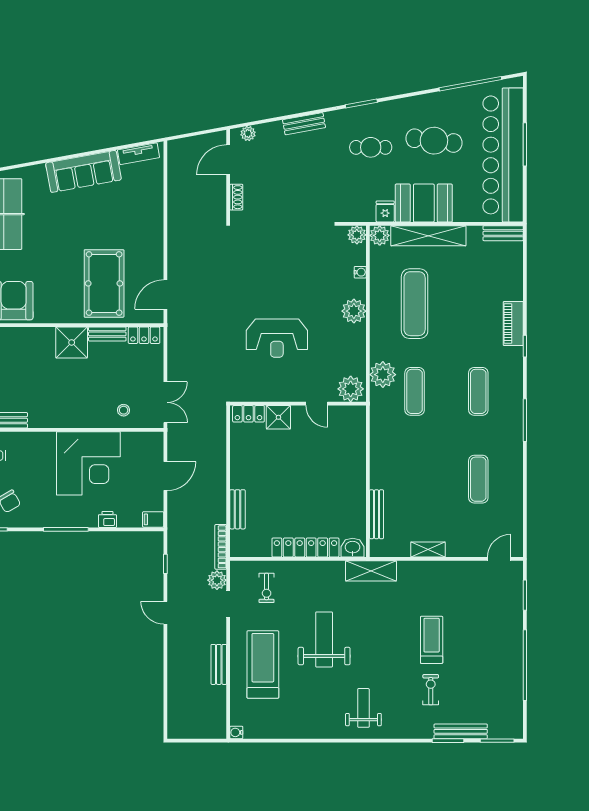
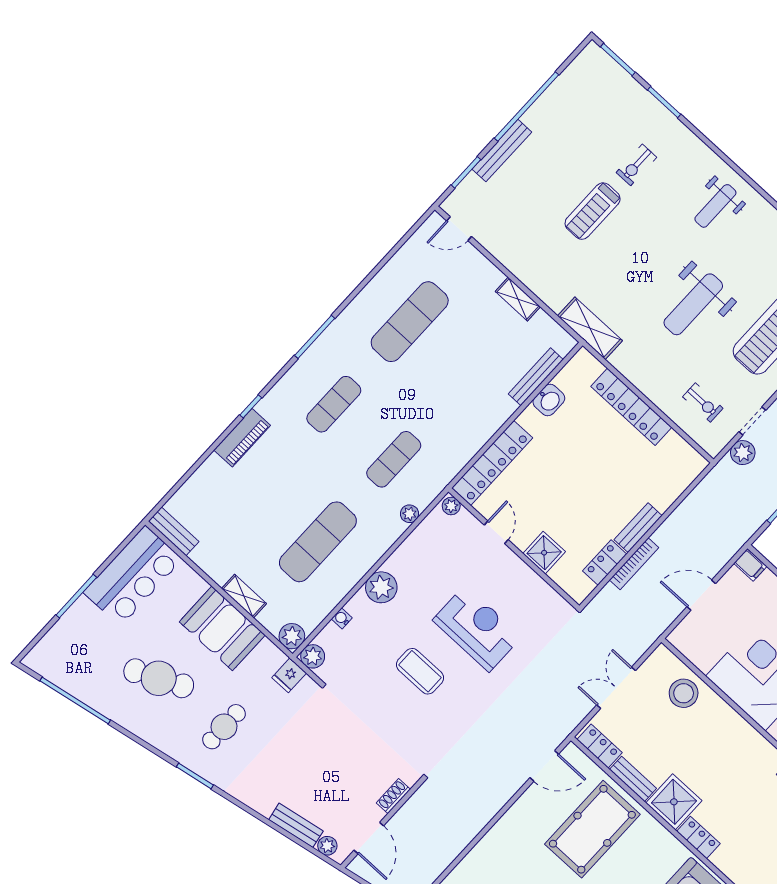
bench: (304, 124) -> (296, 825), moved
cafe table: (434, 141) -> (159, 678), turned -32
cafe table: (371, 147) -> (224, 727), turned 90
bar counter: (503, 155) -> (133, 576), width x0.54
door: (228, 160) -> (369, 838), hinge flipped
fridge: (385, 211) -> (289, 675), moved
shelving: (428, 236) -> (244, 596), width x0.45, depth x0.75
coffee table: (287, 283) -> (420, 671), added
locker: (39, 335) -> (698, 838), added
plant: (383, 375) -> (409, 514), width x0.53, depth x0.53
plant: (351, 389) -> (451, 506), width x0.53, depth x0.53
double door: (165, 402) -> (616, 688), moved
stool: (124, 410) -> (684, 693), width x1.89, depth x1.89
locker: (248, 414) -> (605, 562), moved, turned -90
locker: (356, 441) -> (492, 463), added
exercise mat: (478, 479) -> (410, 322), width x1.36, depth x1.45
bench: (237, 509) -> (638, 528), moved
bookcase: (221, 547) -> (634, 564), moved
washbasin: (353, 548) -> (549, 400), moved, turned -90
exercise bike: (267, 588) -> (703, 403), turned 90
bench: (461, 731) -> (502, 151), moved, turned 90

